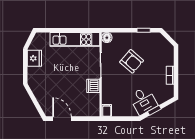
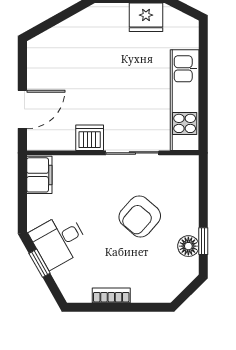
floor lamp: (107, 38) -> (188, 246), moved
filing cabinet: (107, 110) -> (39, 175), width x2.00
door: (62, 119) -> (22, 109), moved

